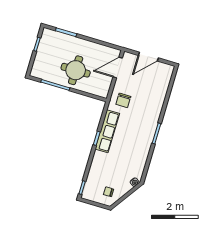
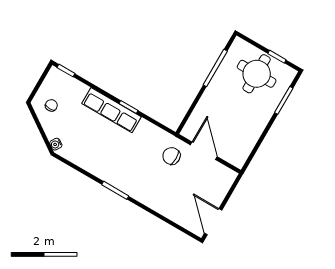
door: (148, 57) -> (213, 222), moved
door: (118, 68) -> (204, 151), moved
round table: (76, 70) -> (257, 74), moved
row of seats: (107, 131) -> (112, 110), moved

